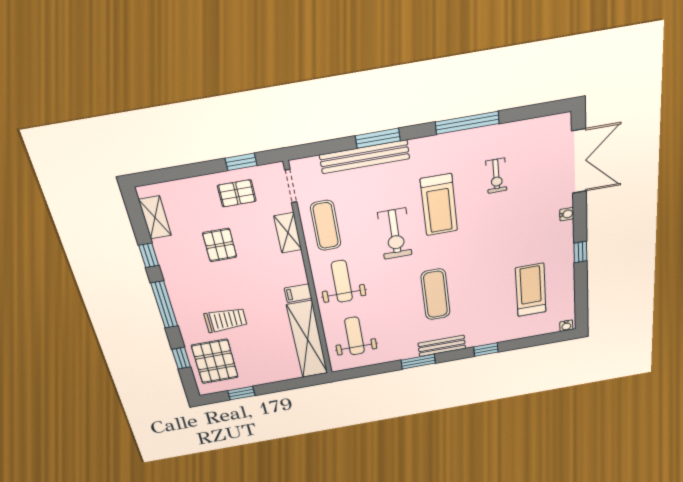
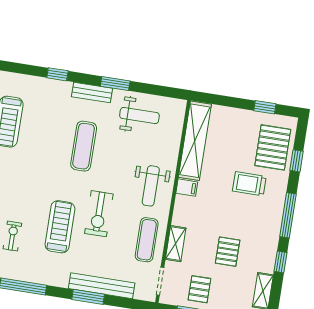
pallet: (237, 193) -> (199, 289), turned 90
exercise bike: (395, 234) -> (99, 214), turned 180
weight bench: (355, 336) -> (139, 116), moved, turned -90

